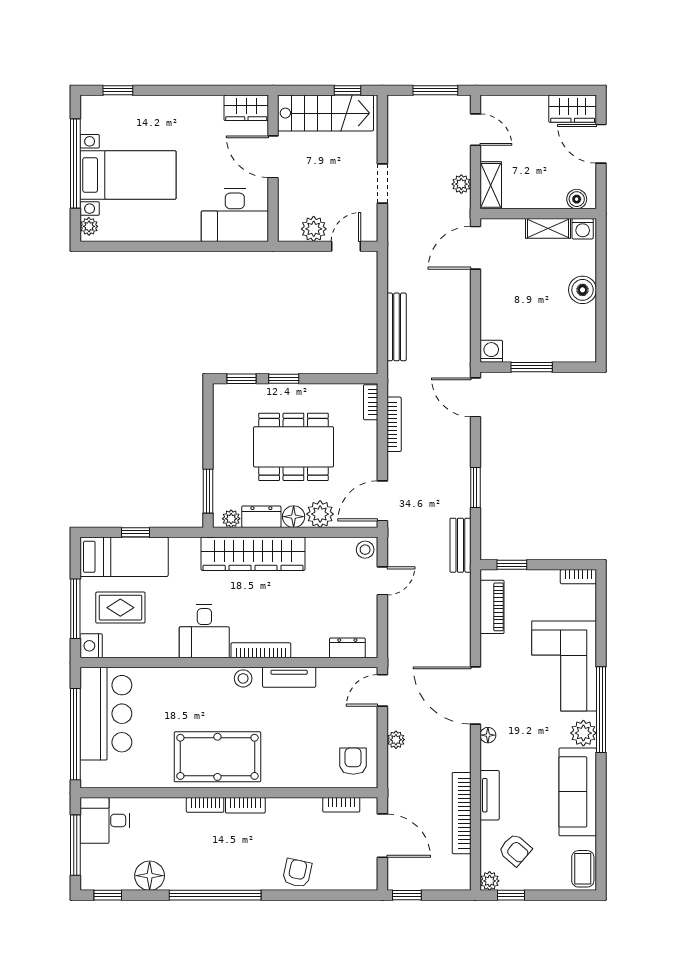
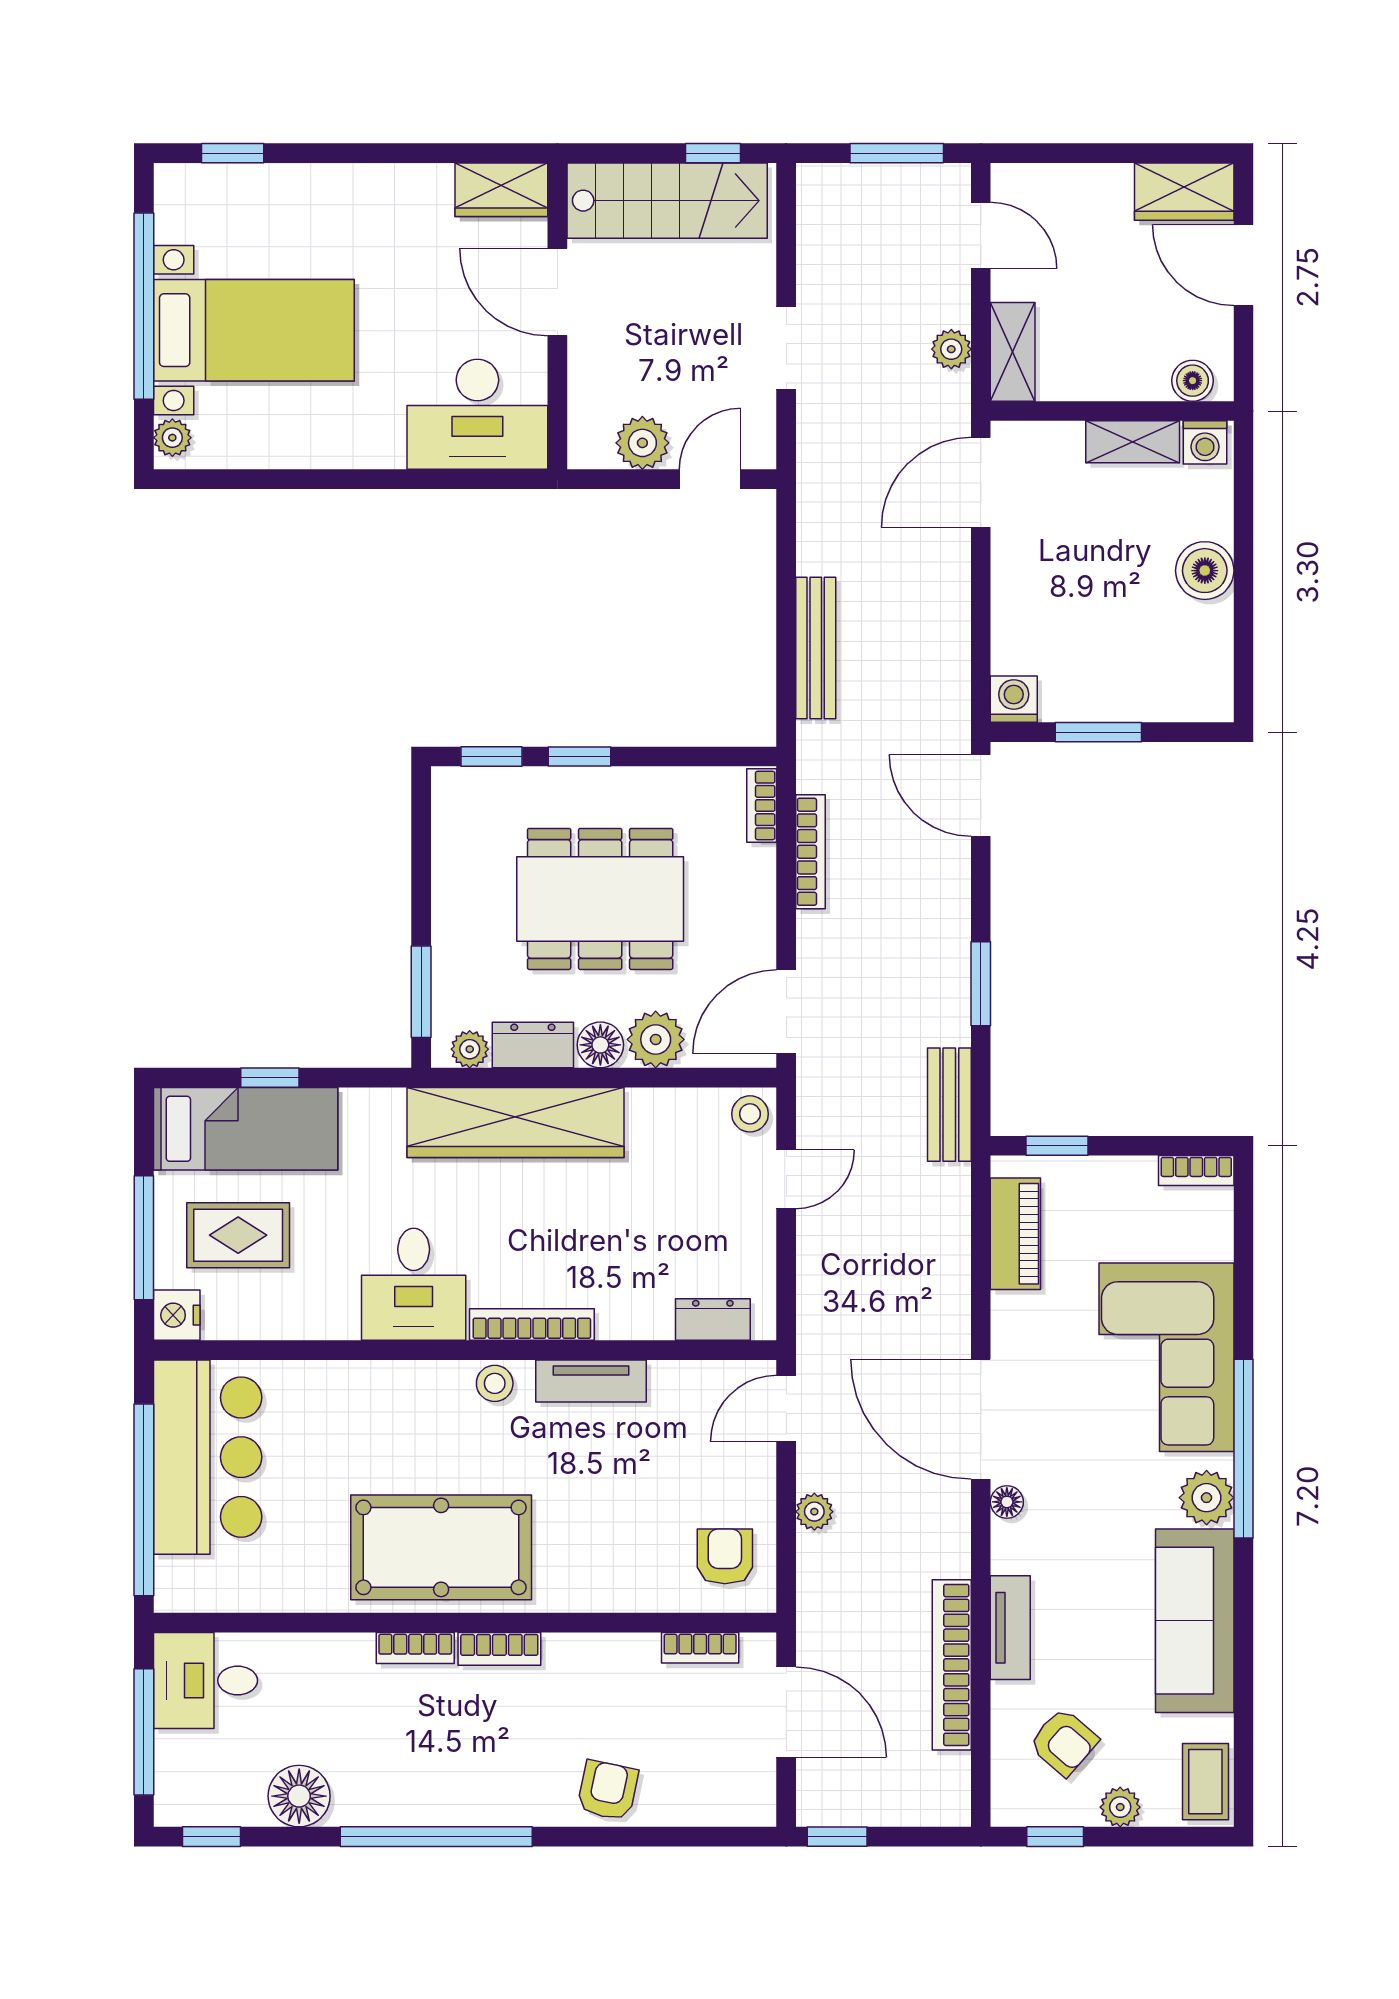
plant: (490, 881) -> (1120, 1807), moved

